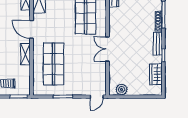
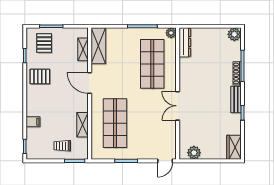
shelving: (25, 54) -> (83, 125), moved
wardrobe: (156, 74) -> (234, 147), moved

